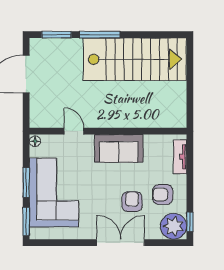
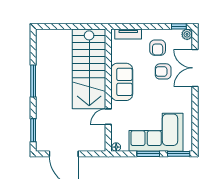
window: (100, 35) -> (33, 81), moved
stairs: (135, 59) -> (89, 69), moved, turned 180
plant: (174, 226) -> (187, 34), width x0.53, depth x0.53
double door: (121, 243) -> (195, 68), moved

